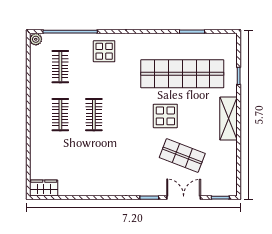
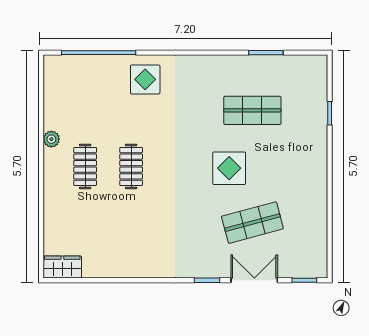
plant: (36, 39) -> (51, 139), moved
clothes rail: (60, 67) -> (85, 101), removed
shop shelf: (182, 74) -> (252, 110), width x0.50, depth x0.74
shelving: (228, 119) -> (316, 172), removed
shop shelf: (182, 156) -> (252, 223), turned -36

